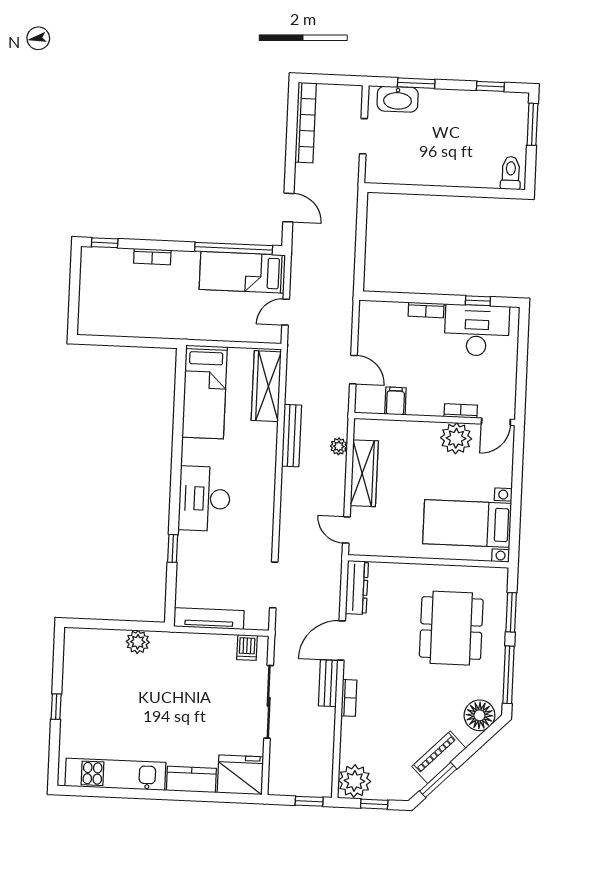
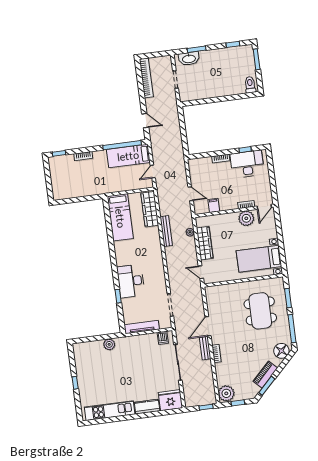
desk: (204, 499) -> (131, 281), moved
dresser: (357, 587) -> (211, 299), removed

